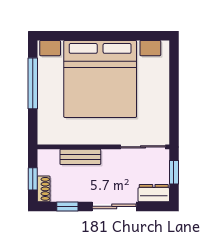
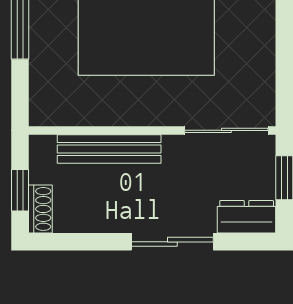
bench: (80, 157) -> (109, 149), width x1.36
window: (67, 206) -> (85, 242), removed

